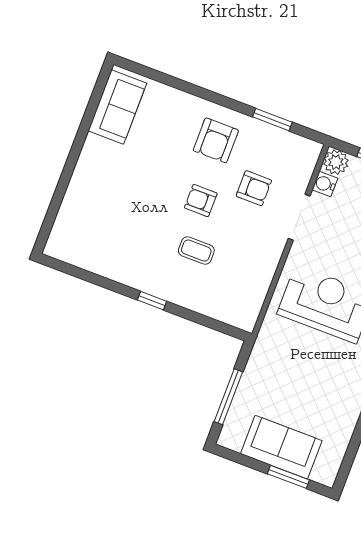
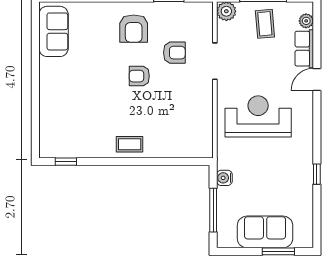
water cooler: (325, 184) -> (224, 178), moved
coffee table: (196, 251) -> (130, 144), moved
window: (152, 301) -> (66, 162), moved

